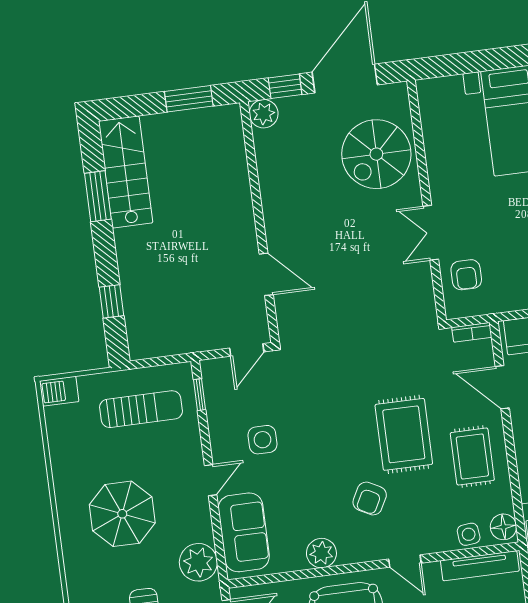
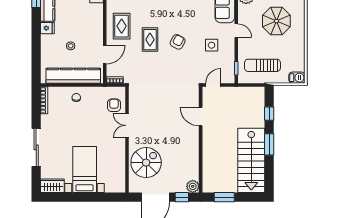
stairs: (126, 172) -> (251, 160), width x1.36, depth x1.51
window: (98, 196) -> (269, 144), moved
double door: (431, 233) -> (127, 125), swing flipped
door: (502, 387) -> (105, 54), hinge flipped
rug: (404, 434) -> (150, 40), width x0.73, depth x0.70
door: (211, 480) -> (236, 31), swing flipped
armchair: (370, 498) -> (178, 42), moved

